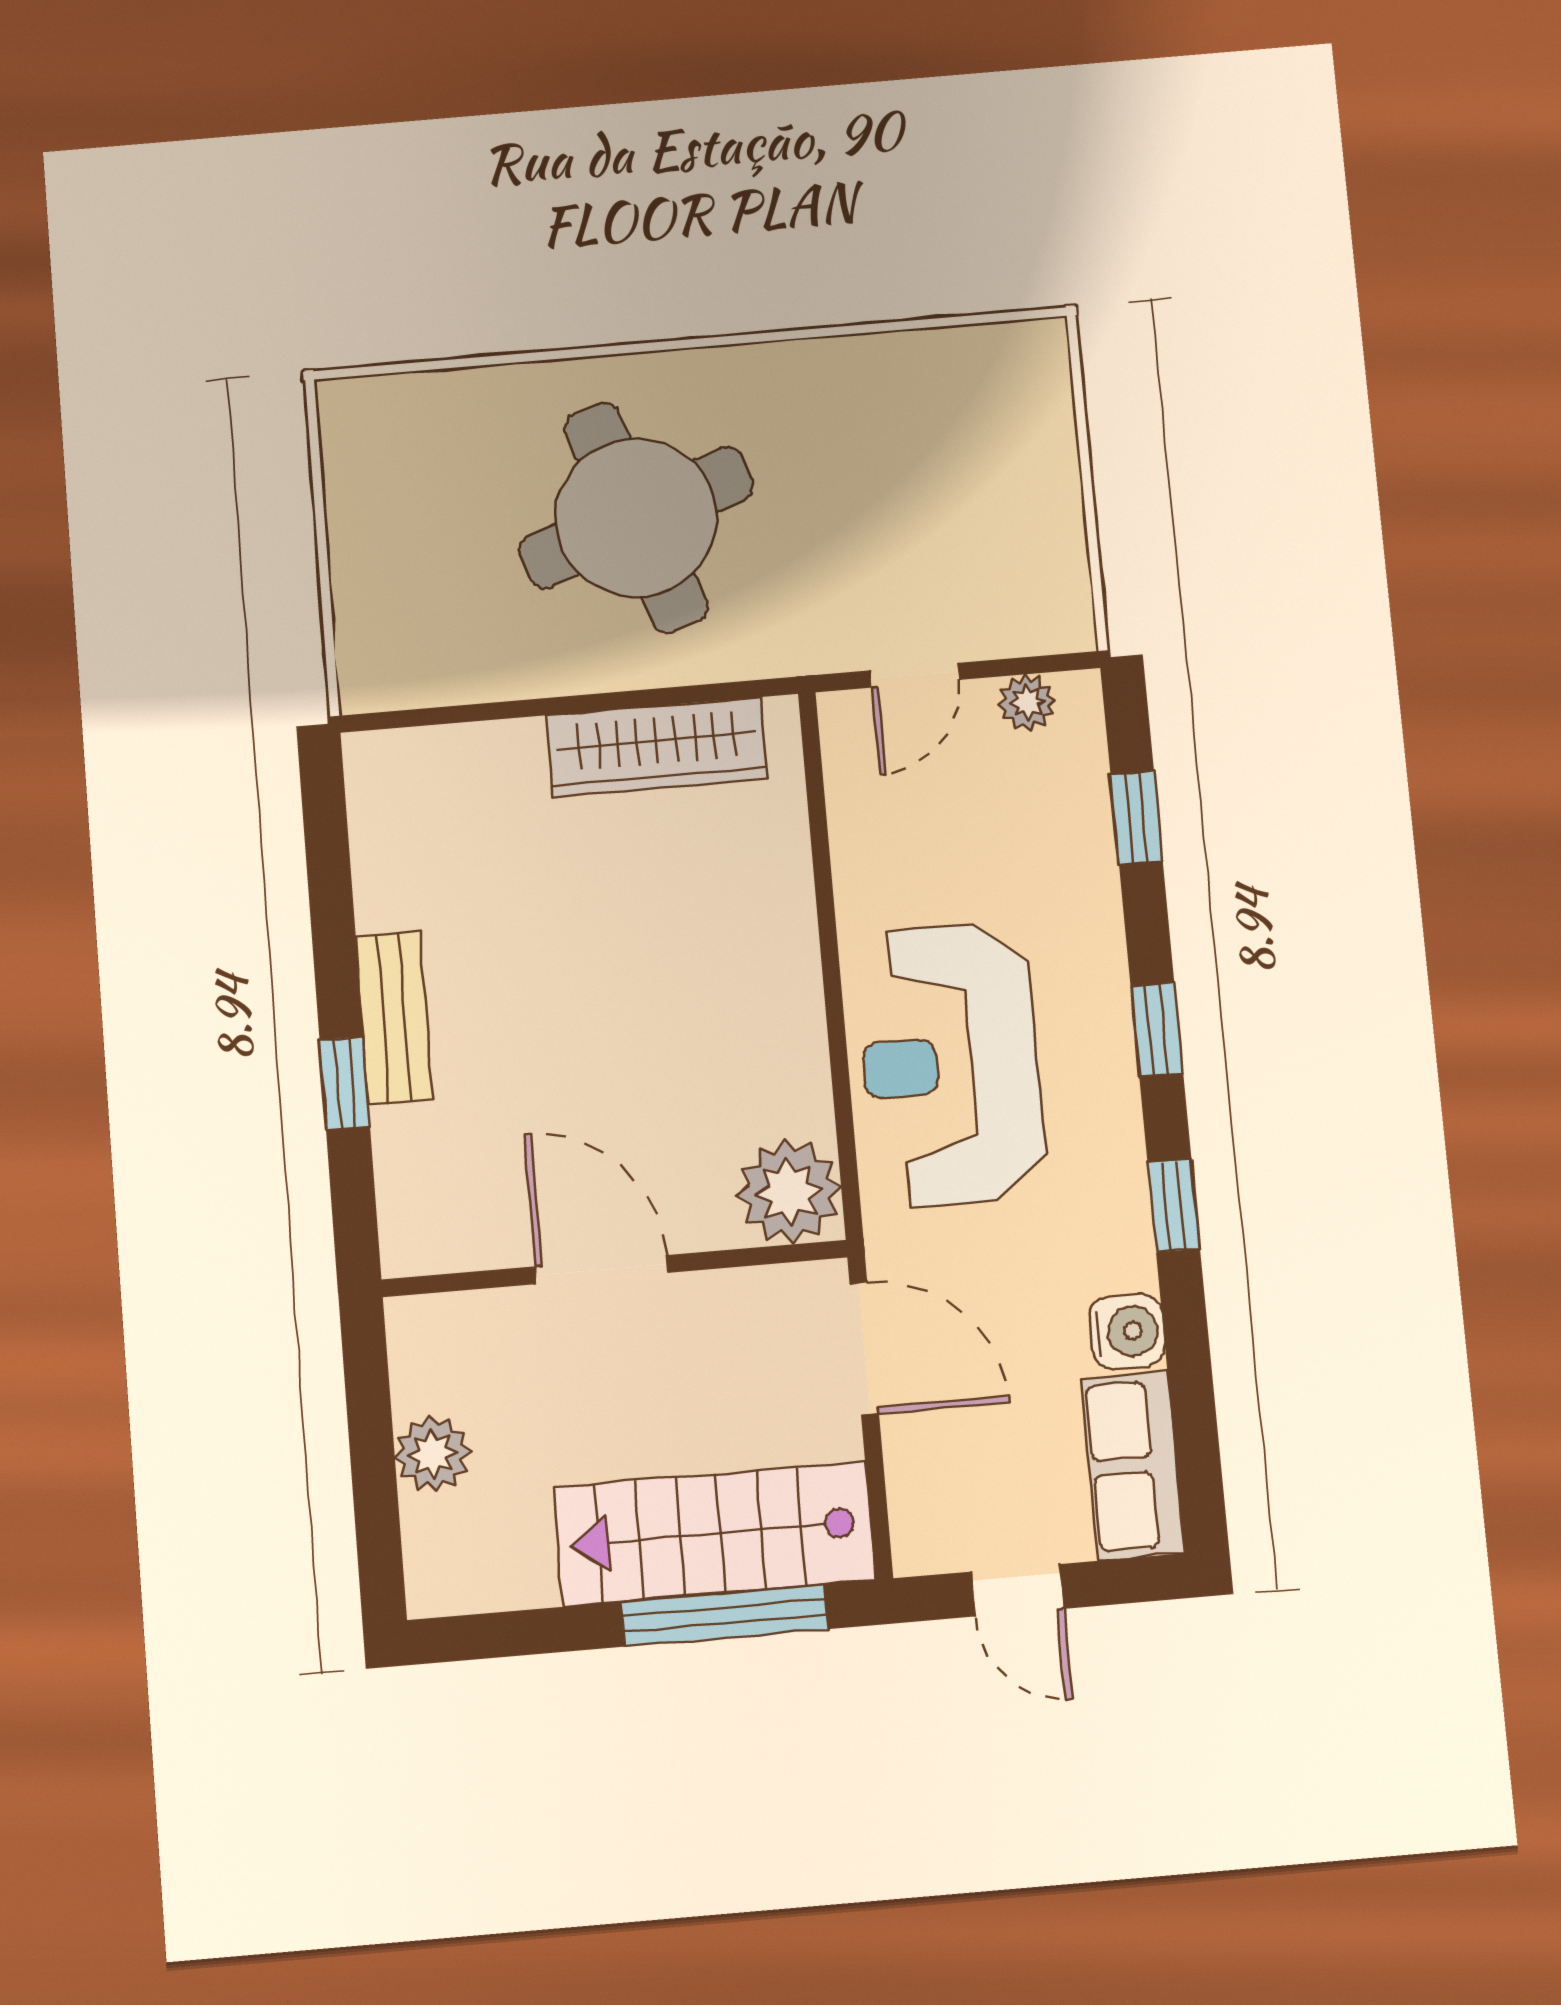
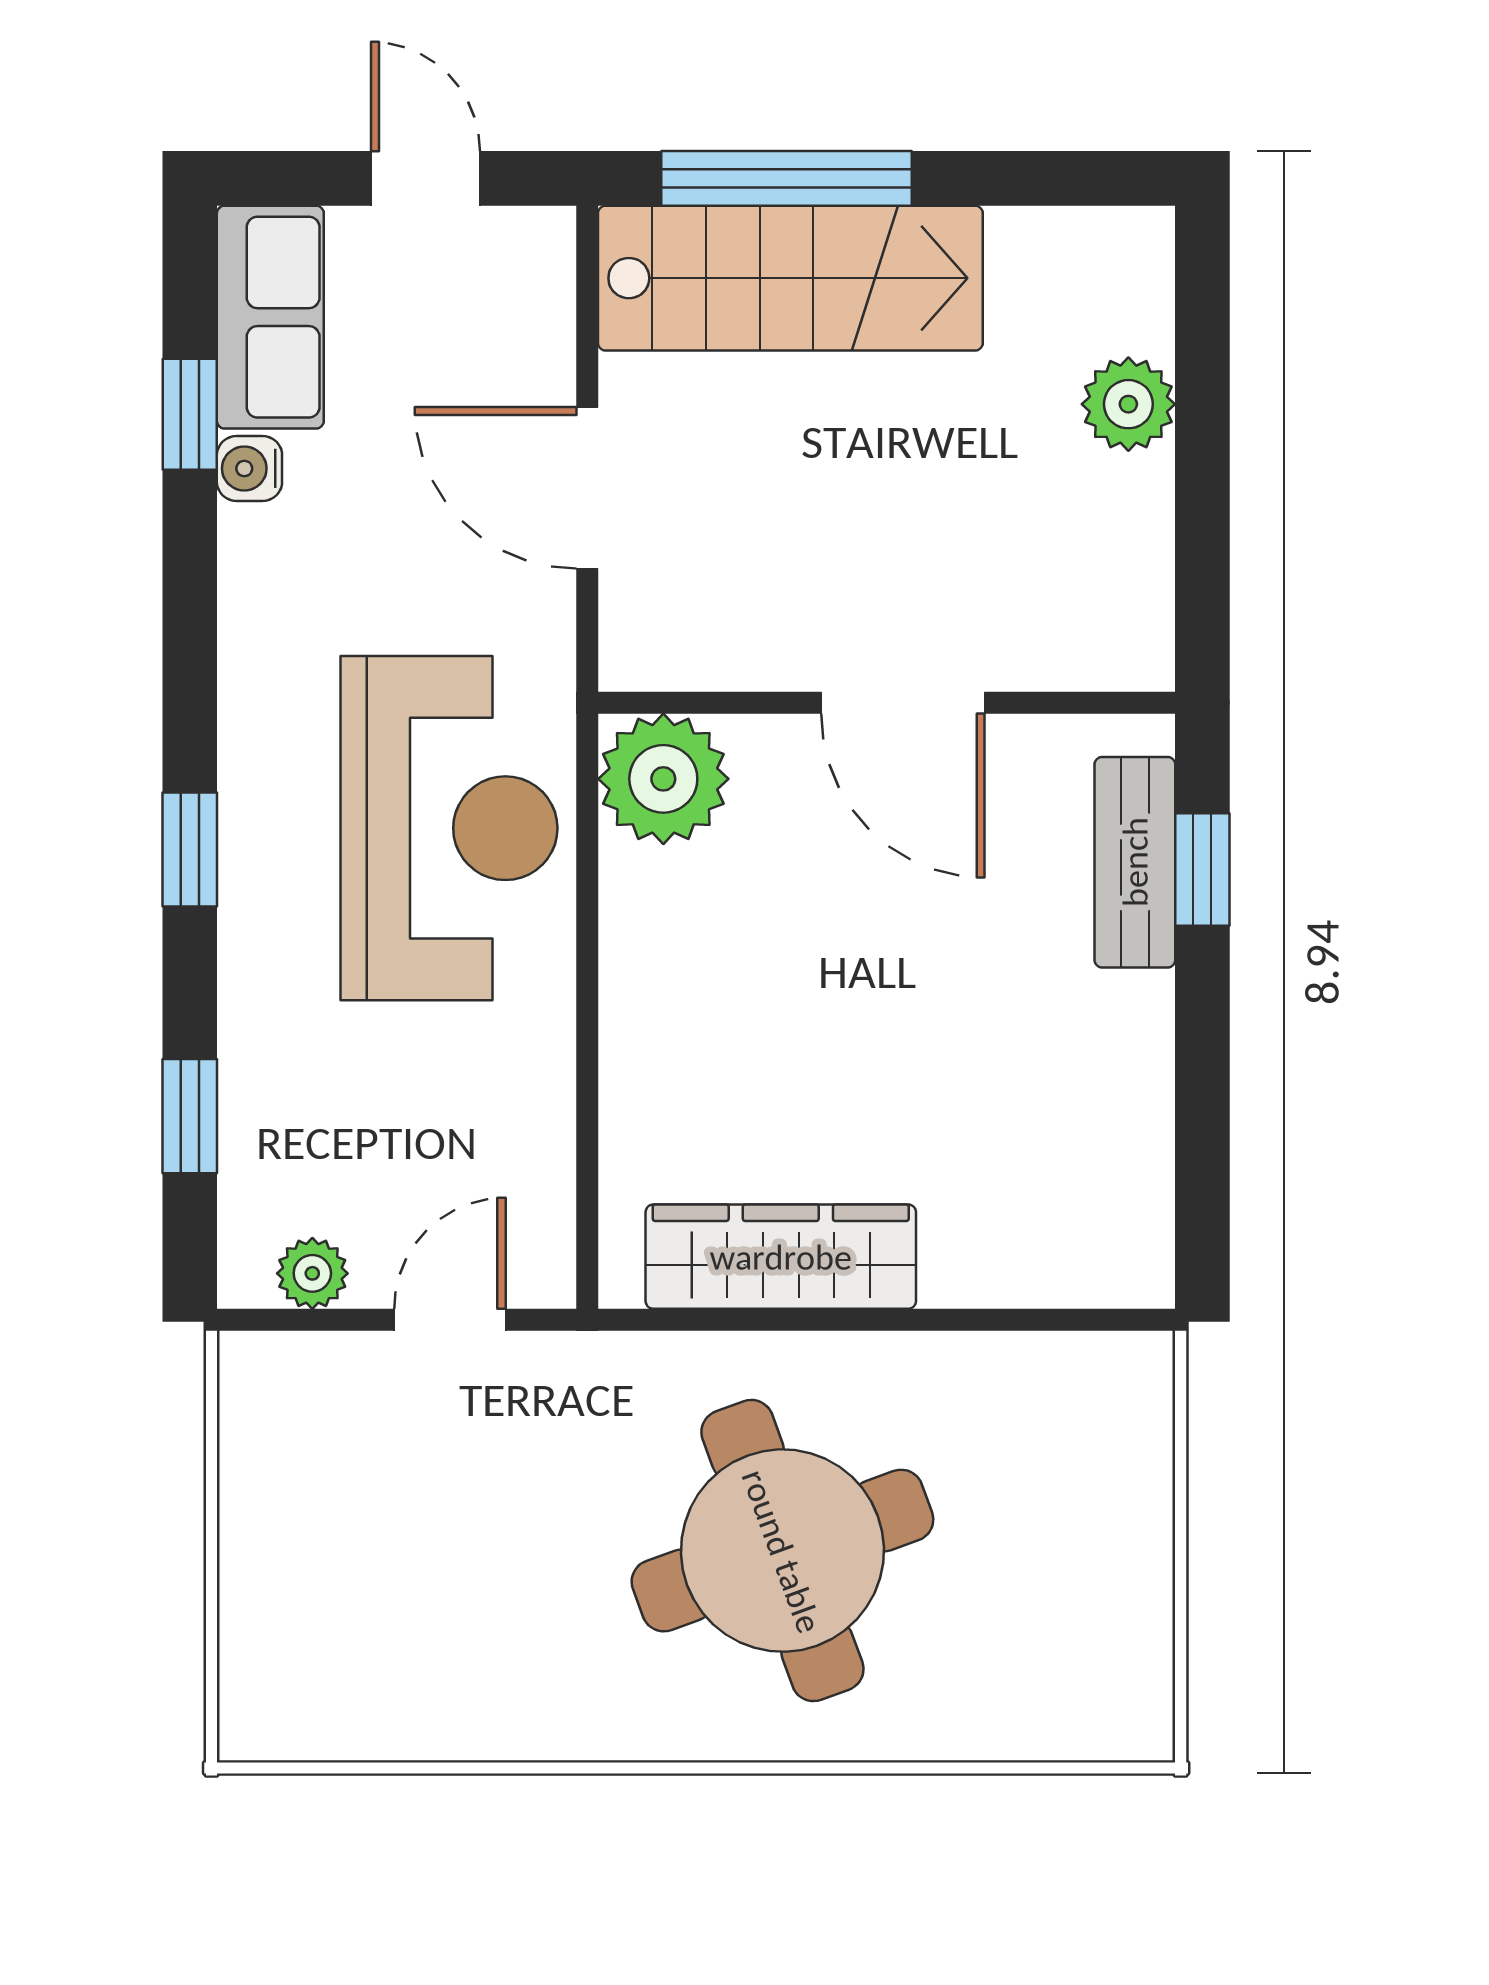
bench: (394, 1018) -> (1135, 862), moved
plant: (789, 1192) -> (663, 779), moved
window: (1174, 1206) -> (190, 414), moved
wall: (614, 1268) -> (887, 703), moved
door: (601, 1270) -> (903, 703), moved
water cooler: (1127, 1332) -> (249, 468), width x0.72, depth x0.72

